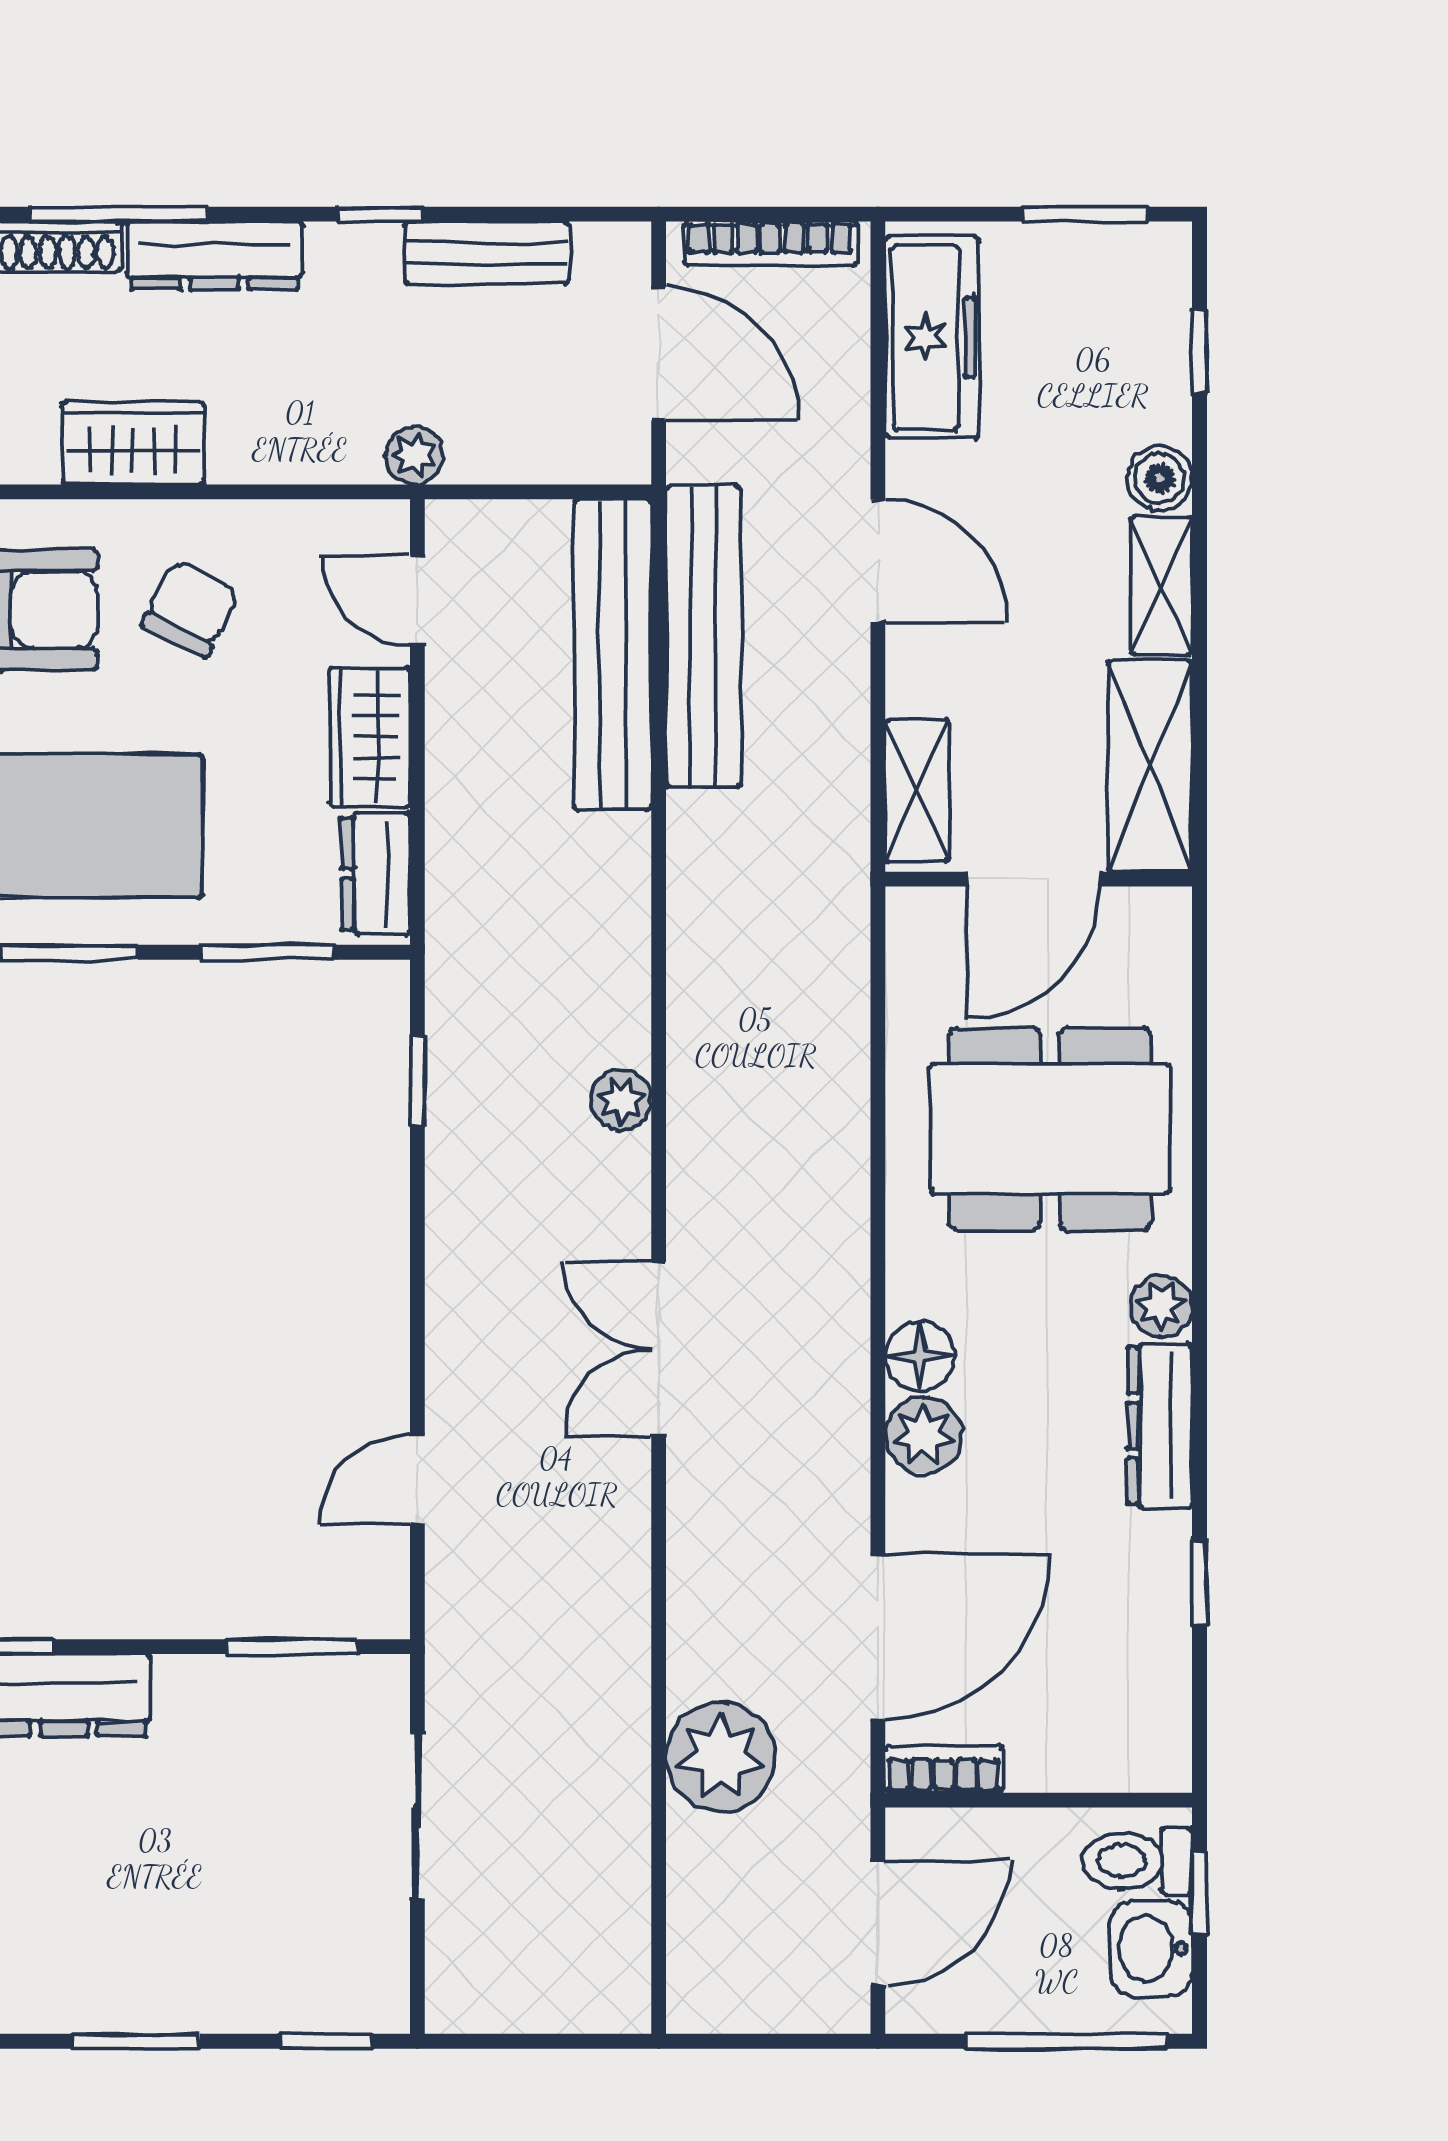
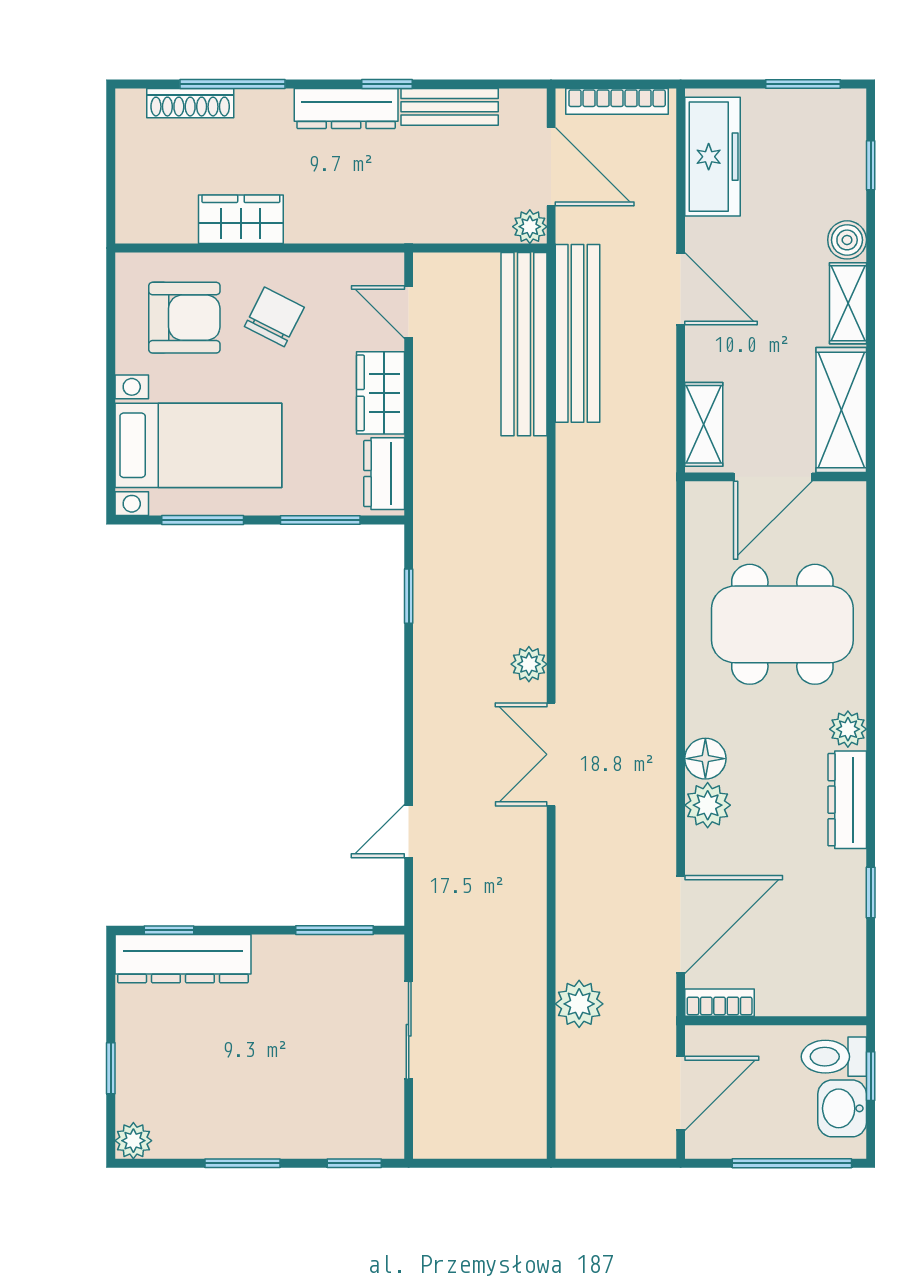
dresser: (214, 256) -> (346, 108), moved
plant: (414, 456) -> (530, 227), moved
plant: (621, 1100) -> (529, 664), moved
plant: (721, 1757) -> (579, 1004), width x0.73, depth x0.73

